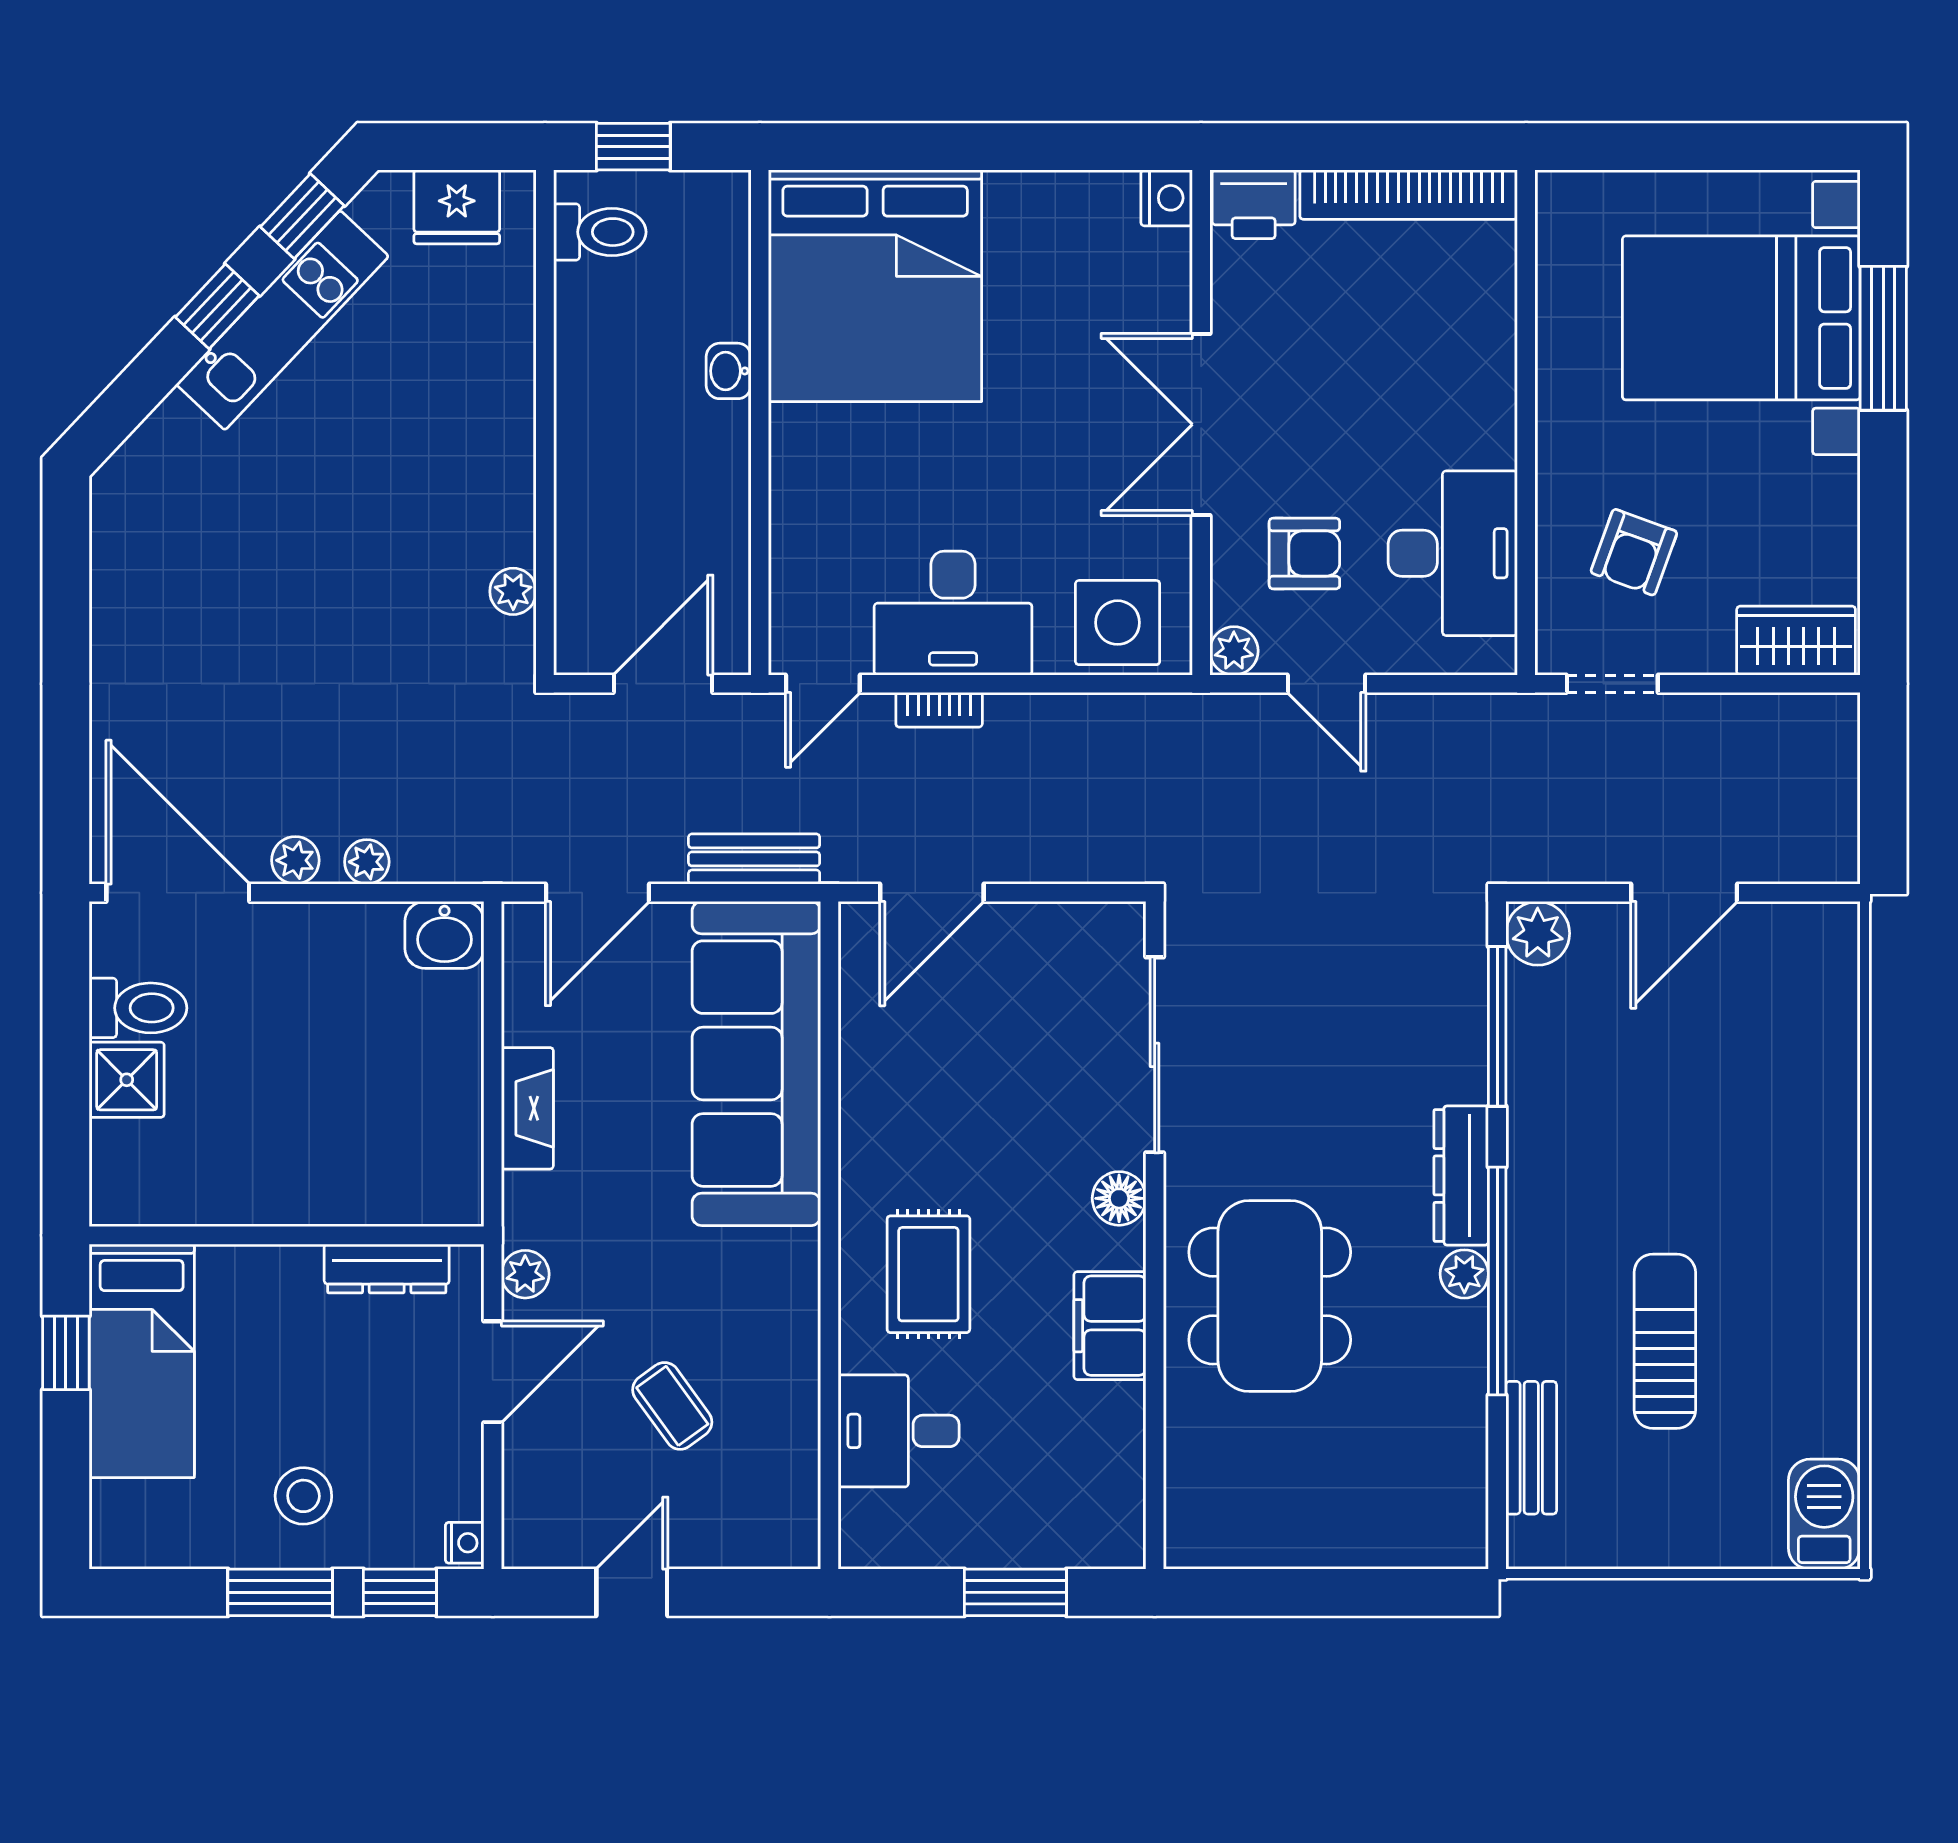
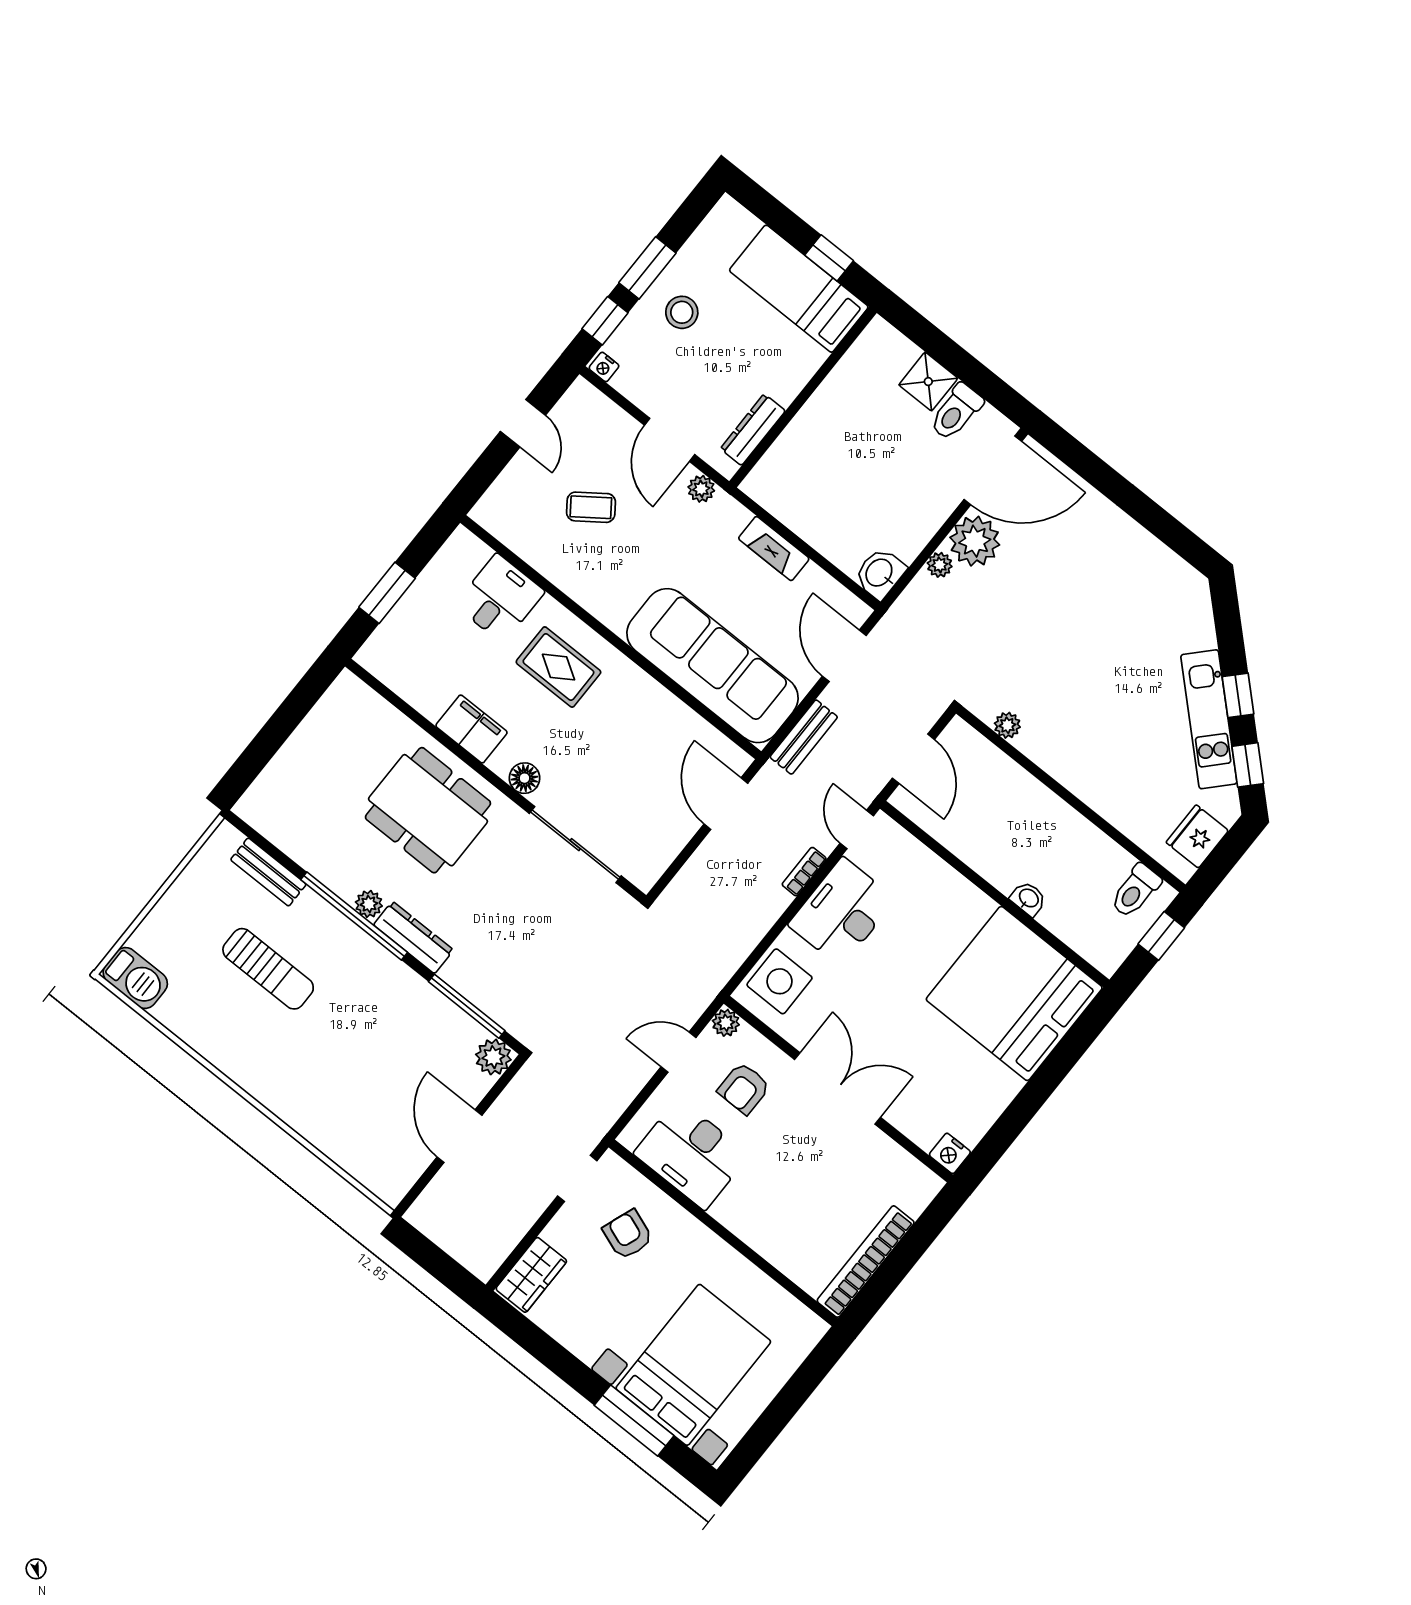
printer: (1254, 204) -> (916, 1190), removed
plant: (295, 860) -> (975, 541), width x1.87, depth x1.87

